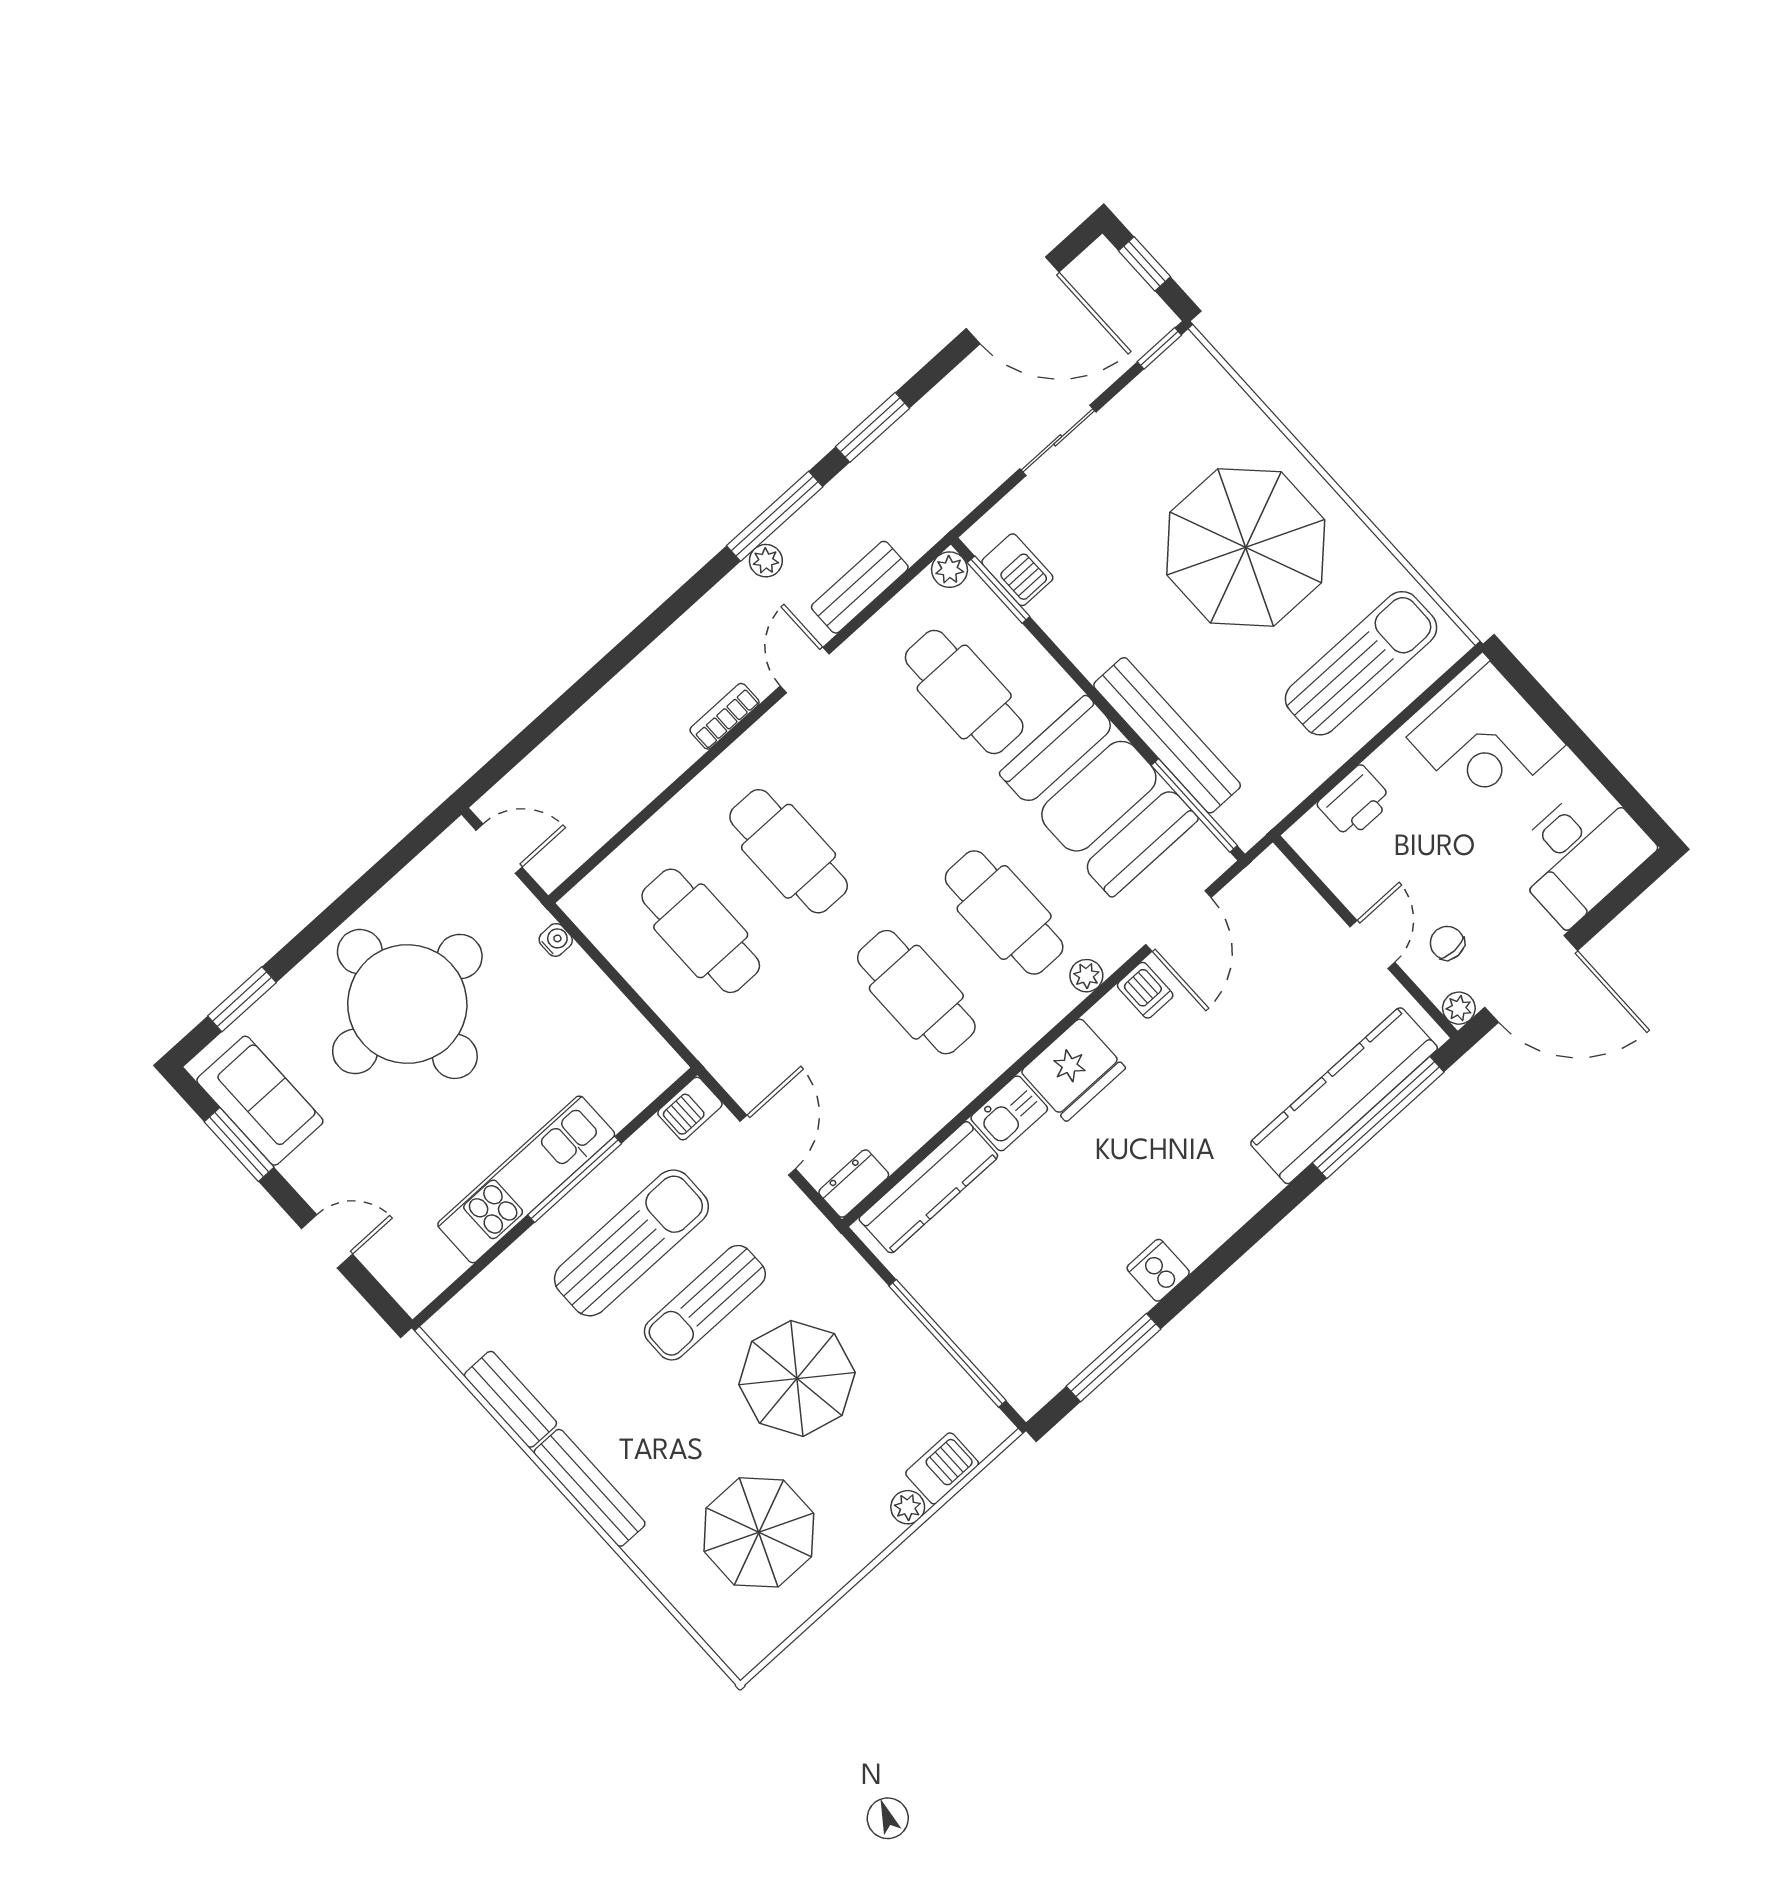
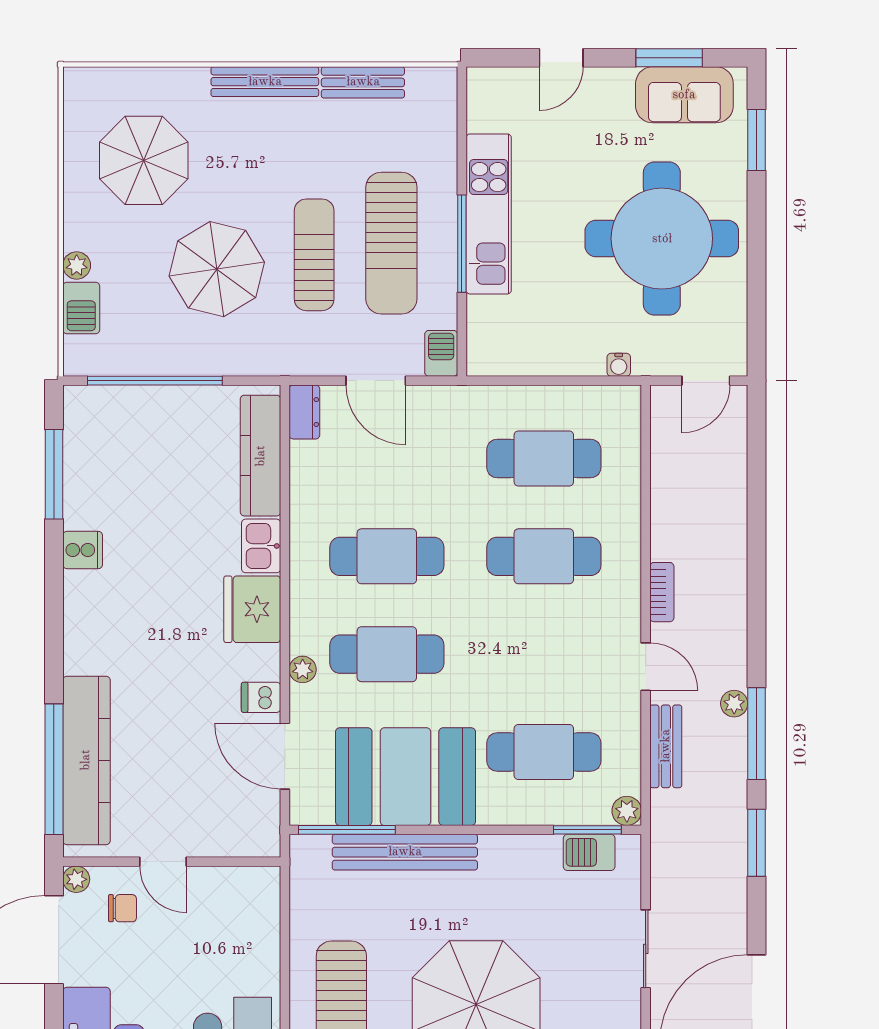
printer: (1355, 802) -> (260, 930), removed

